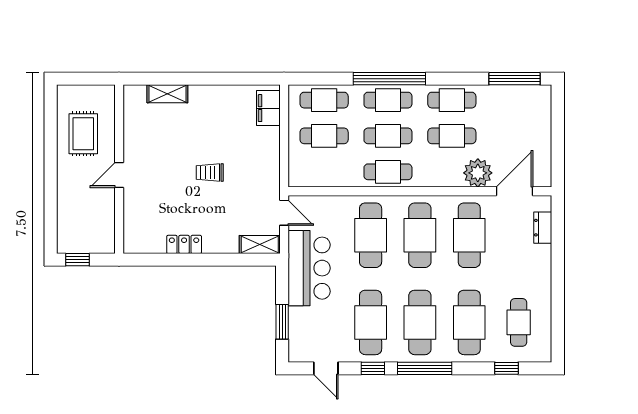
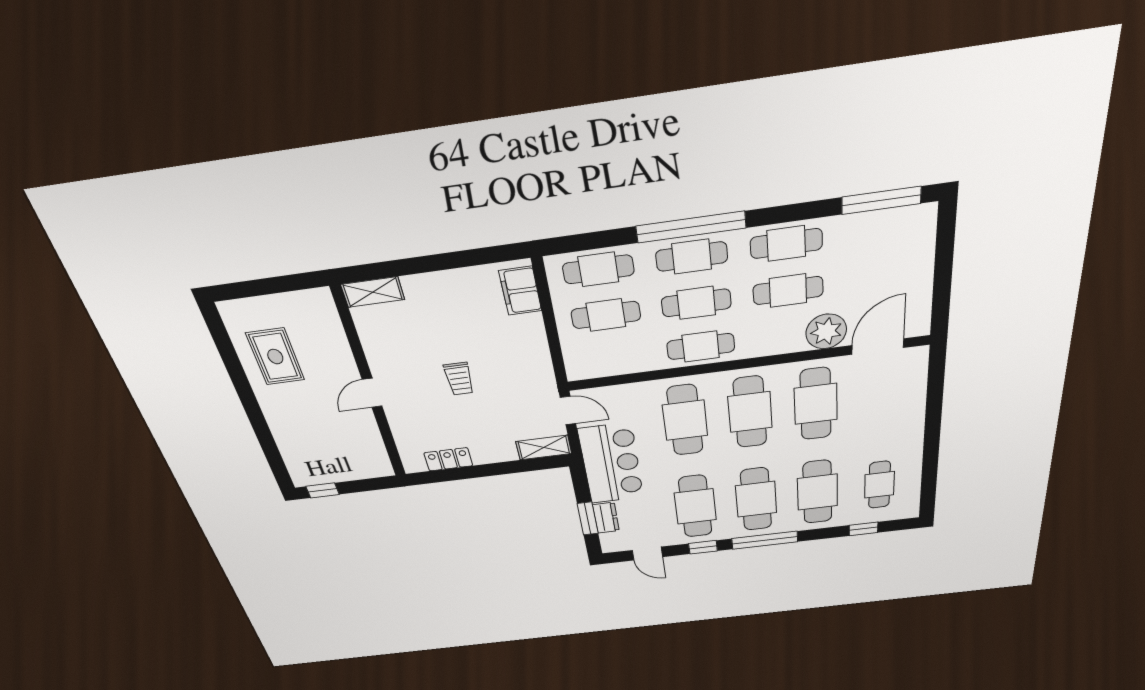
wall: (119, 169) -> (370, 386), moved
trolley: (210, 173) -> (459, 379), turned -90
door: (119, 175) -> (372, 393), moved
dresser: (543, 228) -> (606, 518), moved, turned 180

